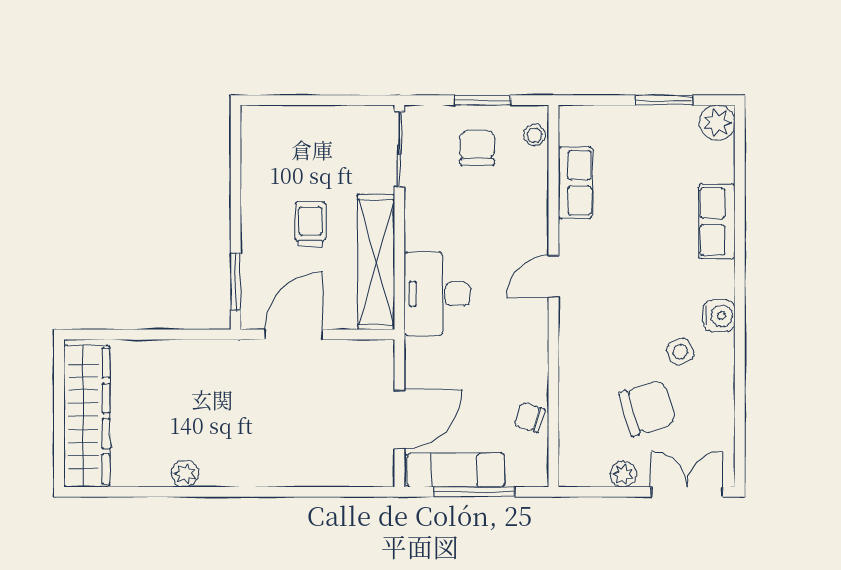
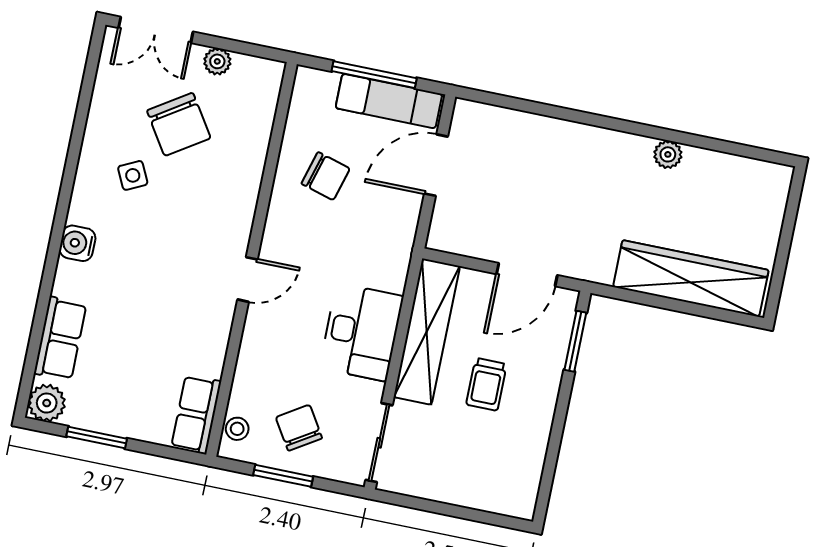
chair: (477, 148) -> (299, 428), turned 148
row of seats: (575, 183) -> (196, 414), moved
row of seats: (717, 221) -> (60, 339), moved
desk: (437, 294) -> (361, 332), moved
water cooler: (719, 316) -> (77, 243), moved
chair: (647, 408) -> (179, 124), turned -106
wardrobe: (87, 416) -> (691, 278), moved, turned 90
chair: (529, 417) -> (326, 176), moved, width x1.37, depth x1.37

